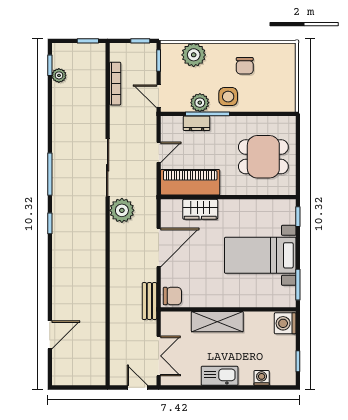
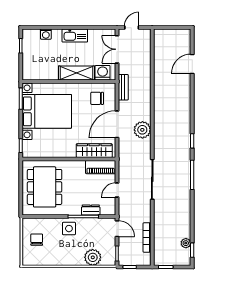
chair: (245, 66) -> (37, 240), moved
plant: (200, 103) -> (89, 224), removed
dining table: (263, 157) -> (45, 187), width x1.38
piano: (190, 182) -> (101, 167), width x0.73, depth x0.75
wardrobe: (200, 209) -> (94, 151), width x1.50
plant: (122, 210) -> (142, 130), moved
bed with nightstands: (260, 255) -> (47, 111), width x1.36
chair: (172, 296) -> (97, 98), moved
washing machine: (285, 323) -> (103, 73), moved, turned -90
door: (137, 387) -> (132, 28), swing flipped

